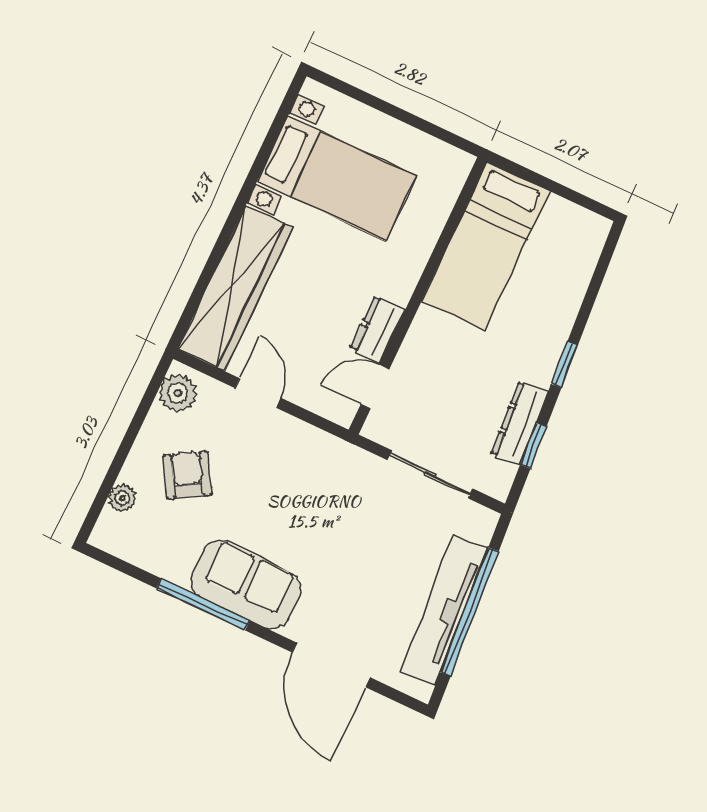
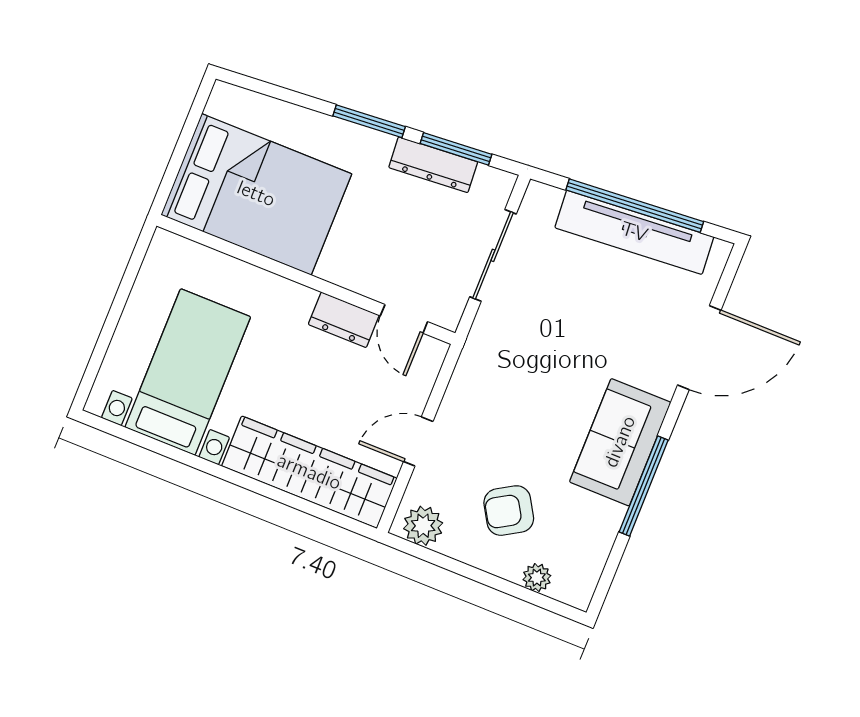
bed: (486, 246) -> (256, 194), width x1.50
window: (564, 365) -> (369, 121), width x1.50
window: (533, 445) -> (456, 149), width x1.50

